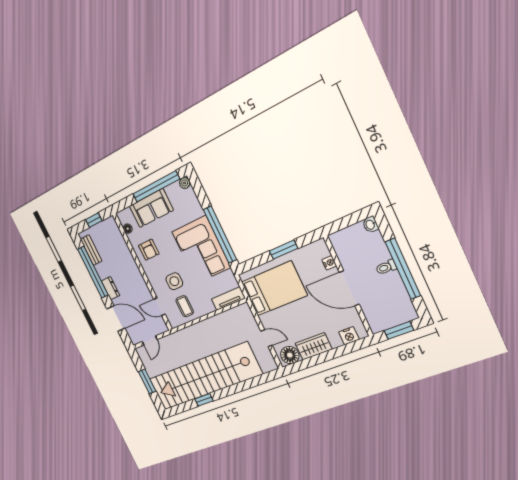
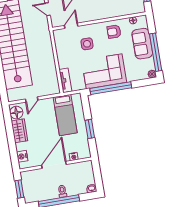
bed: (274, 289) -> (65, 115), width x0.67
coffee table: (185, 306) -> (67, 46), removed

